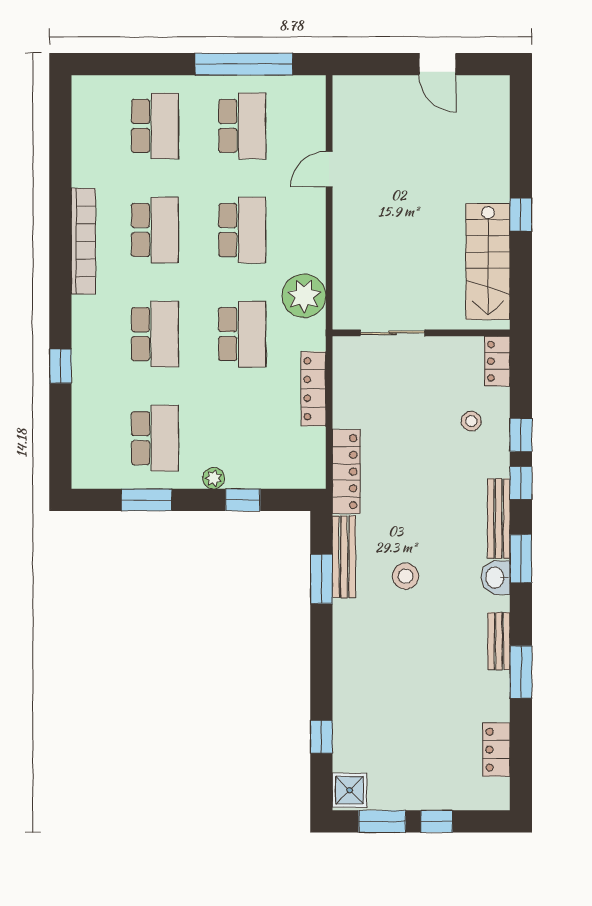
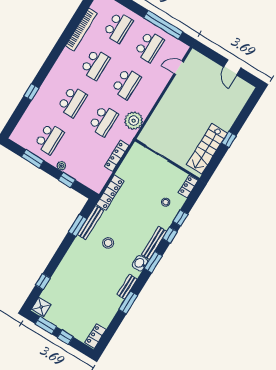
door: (329, 169) -> (179, 68), moved
bookcase: (83, 241) -> (81, 30), moved
locker: (496, 750) -> (95, 336), moved

